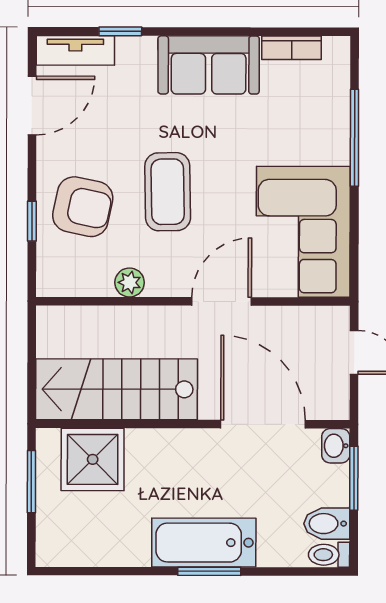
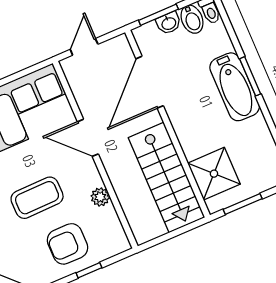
armchair: (83, 207) -> (67, 244), turned -102
washbasin: (336, 446) -> (169, 23), moved

